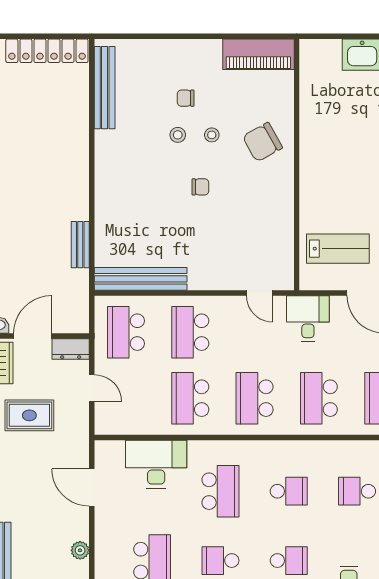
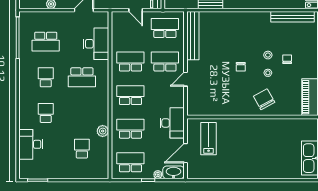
lab bench: (338, 249) -> (209, 139), turned 180
door: (259, 293) -> (185, 79), moved
desk: (308, 318) -> (172, 123), width x1.37
door: (92, 388) -> (136, 10), hinge flipped
plant: (323, 451) -> (103, 131), added
school desk: (289, 491) -> (82, 113), removed
school desk: (289, 561) -> (46, 113), turned 180

